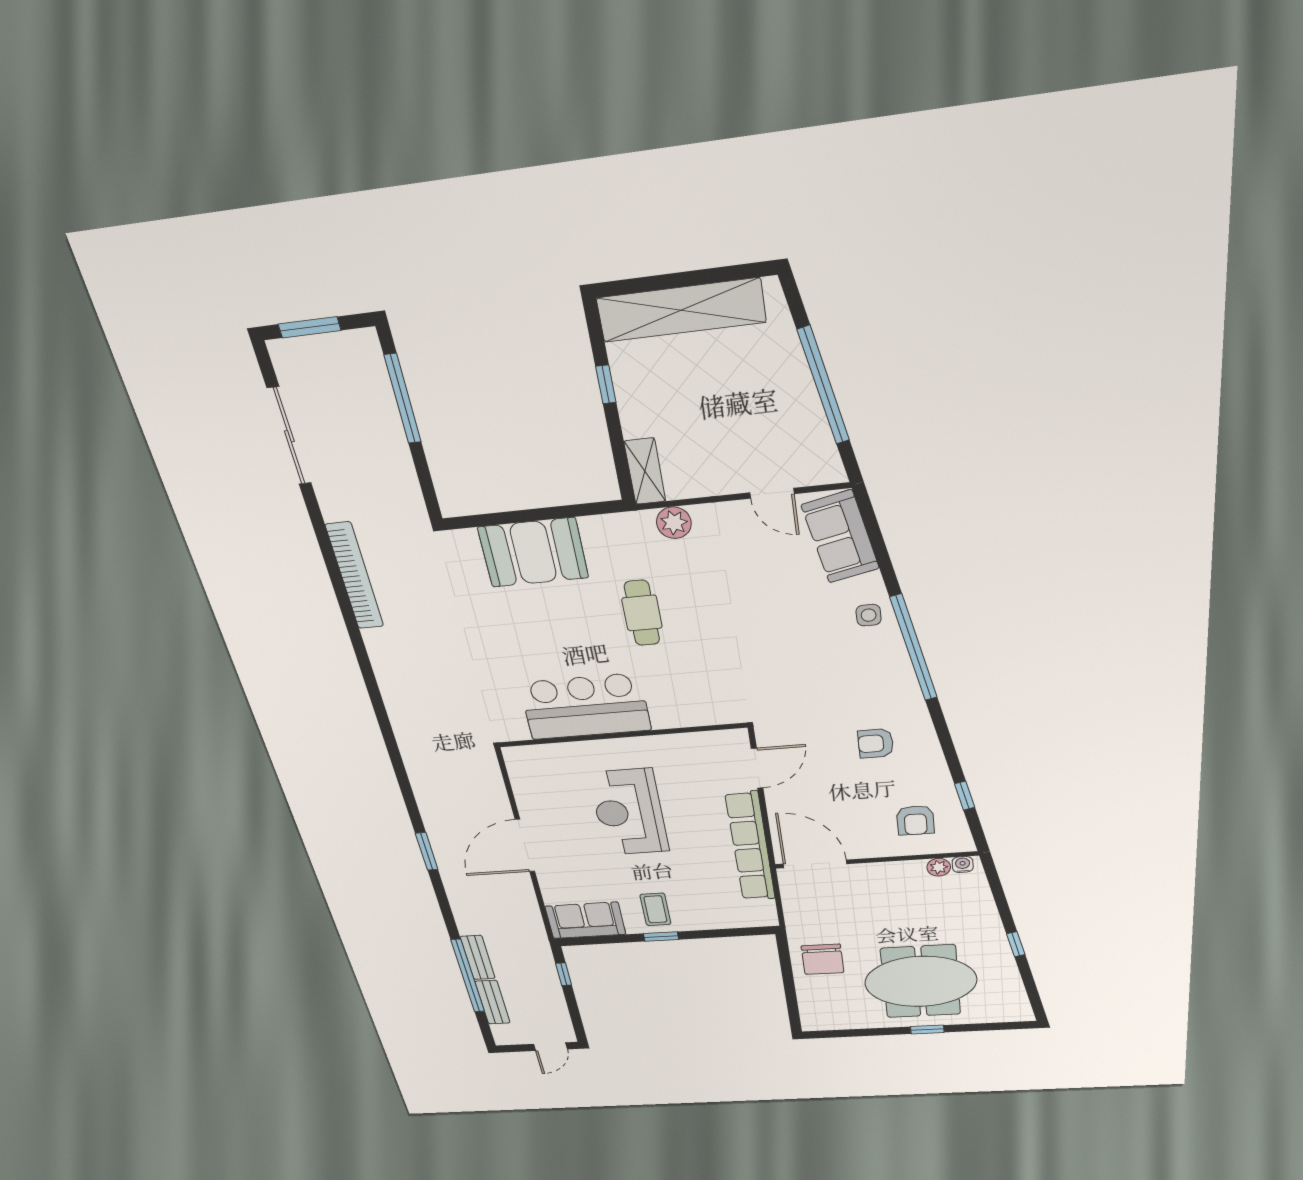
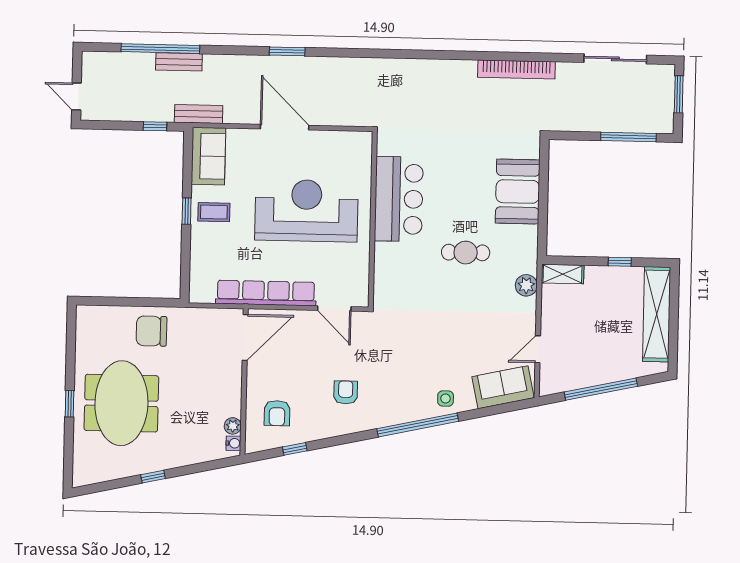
reception desk: (629, 812) -> (306, 211), width x1.36, depth x1.30
armchair: (915, 820) -> (277, 413), turned -90
bench: (493, 1002) -> (199, 114), moved

